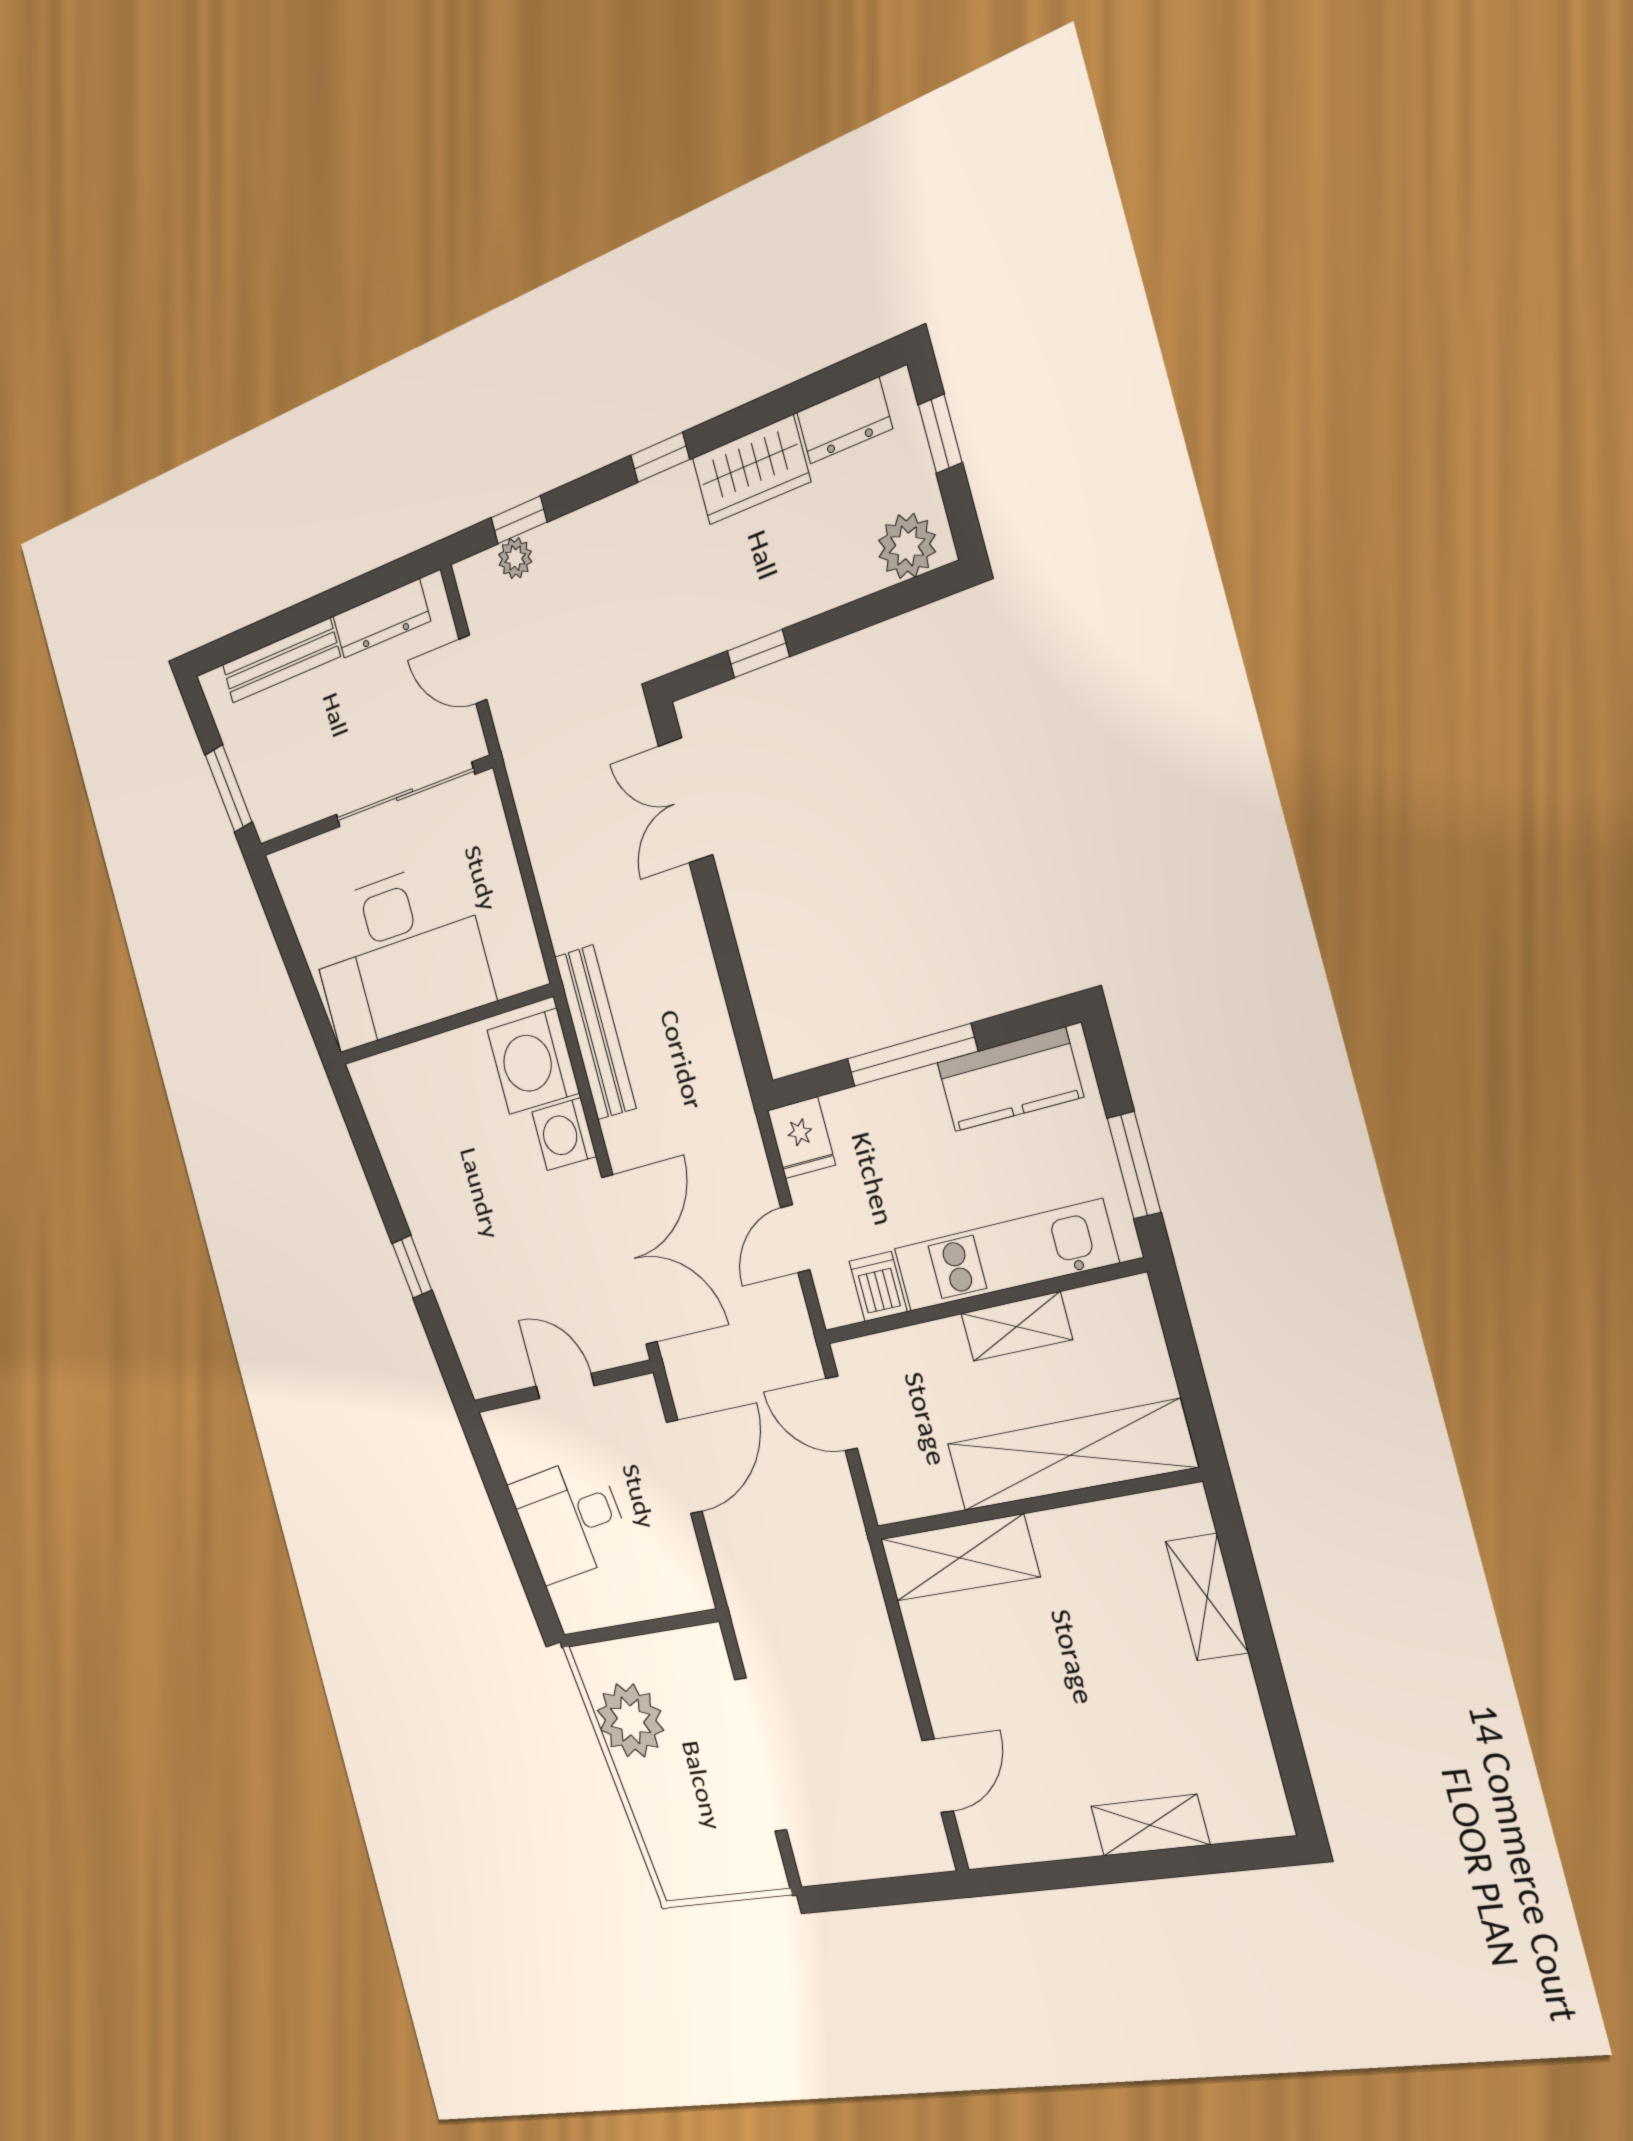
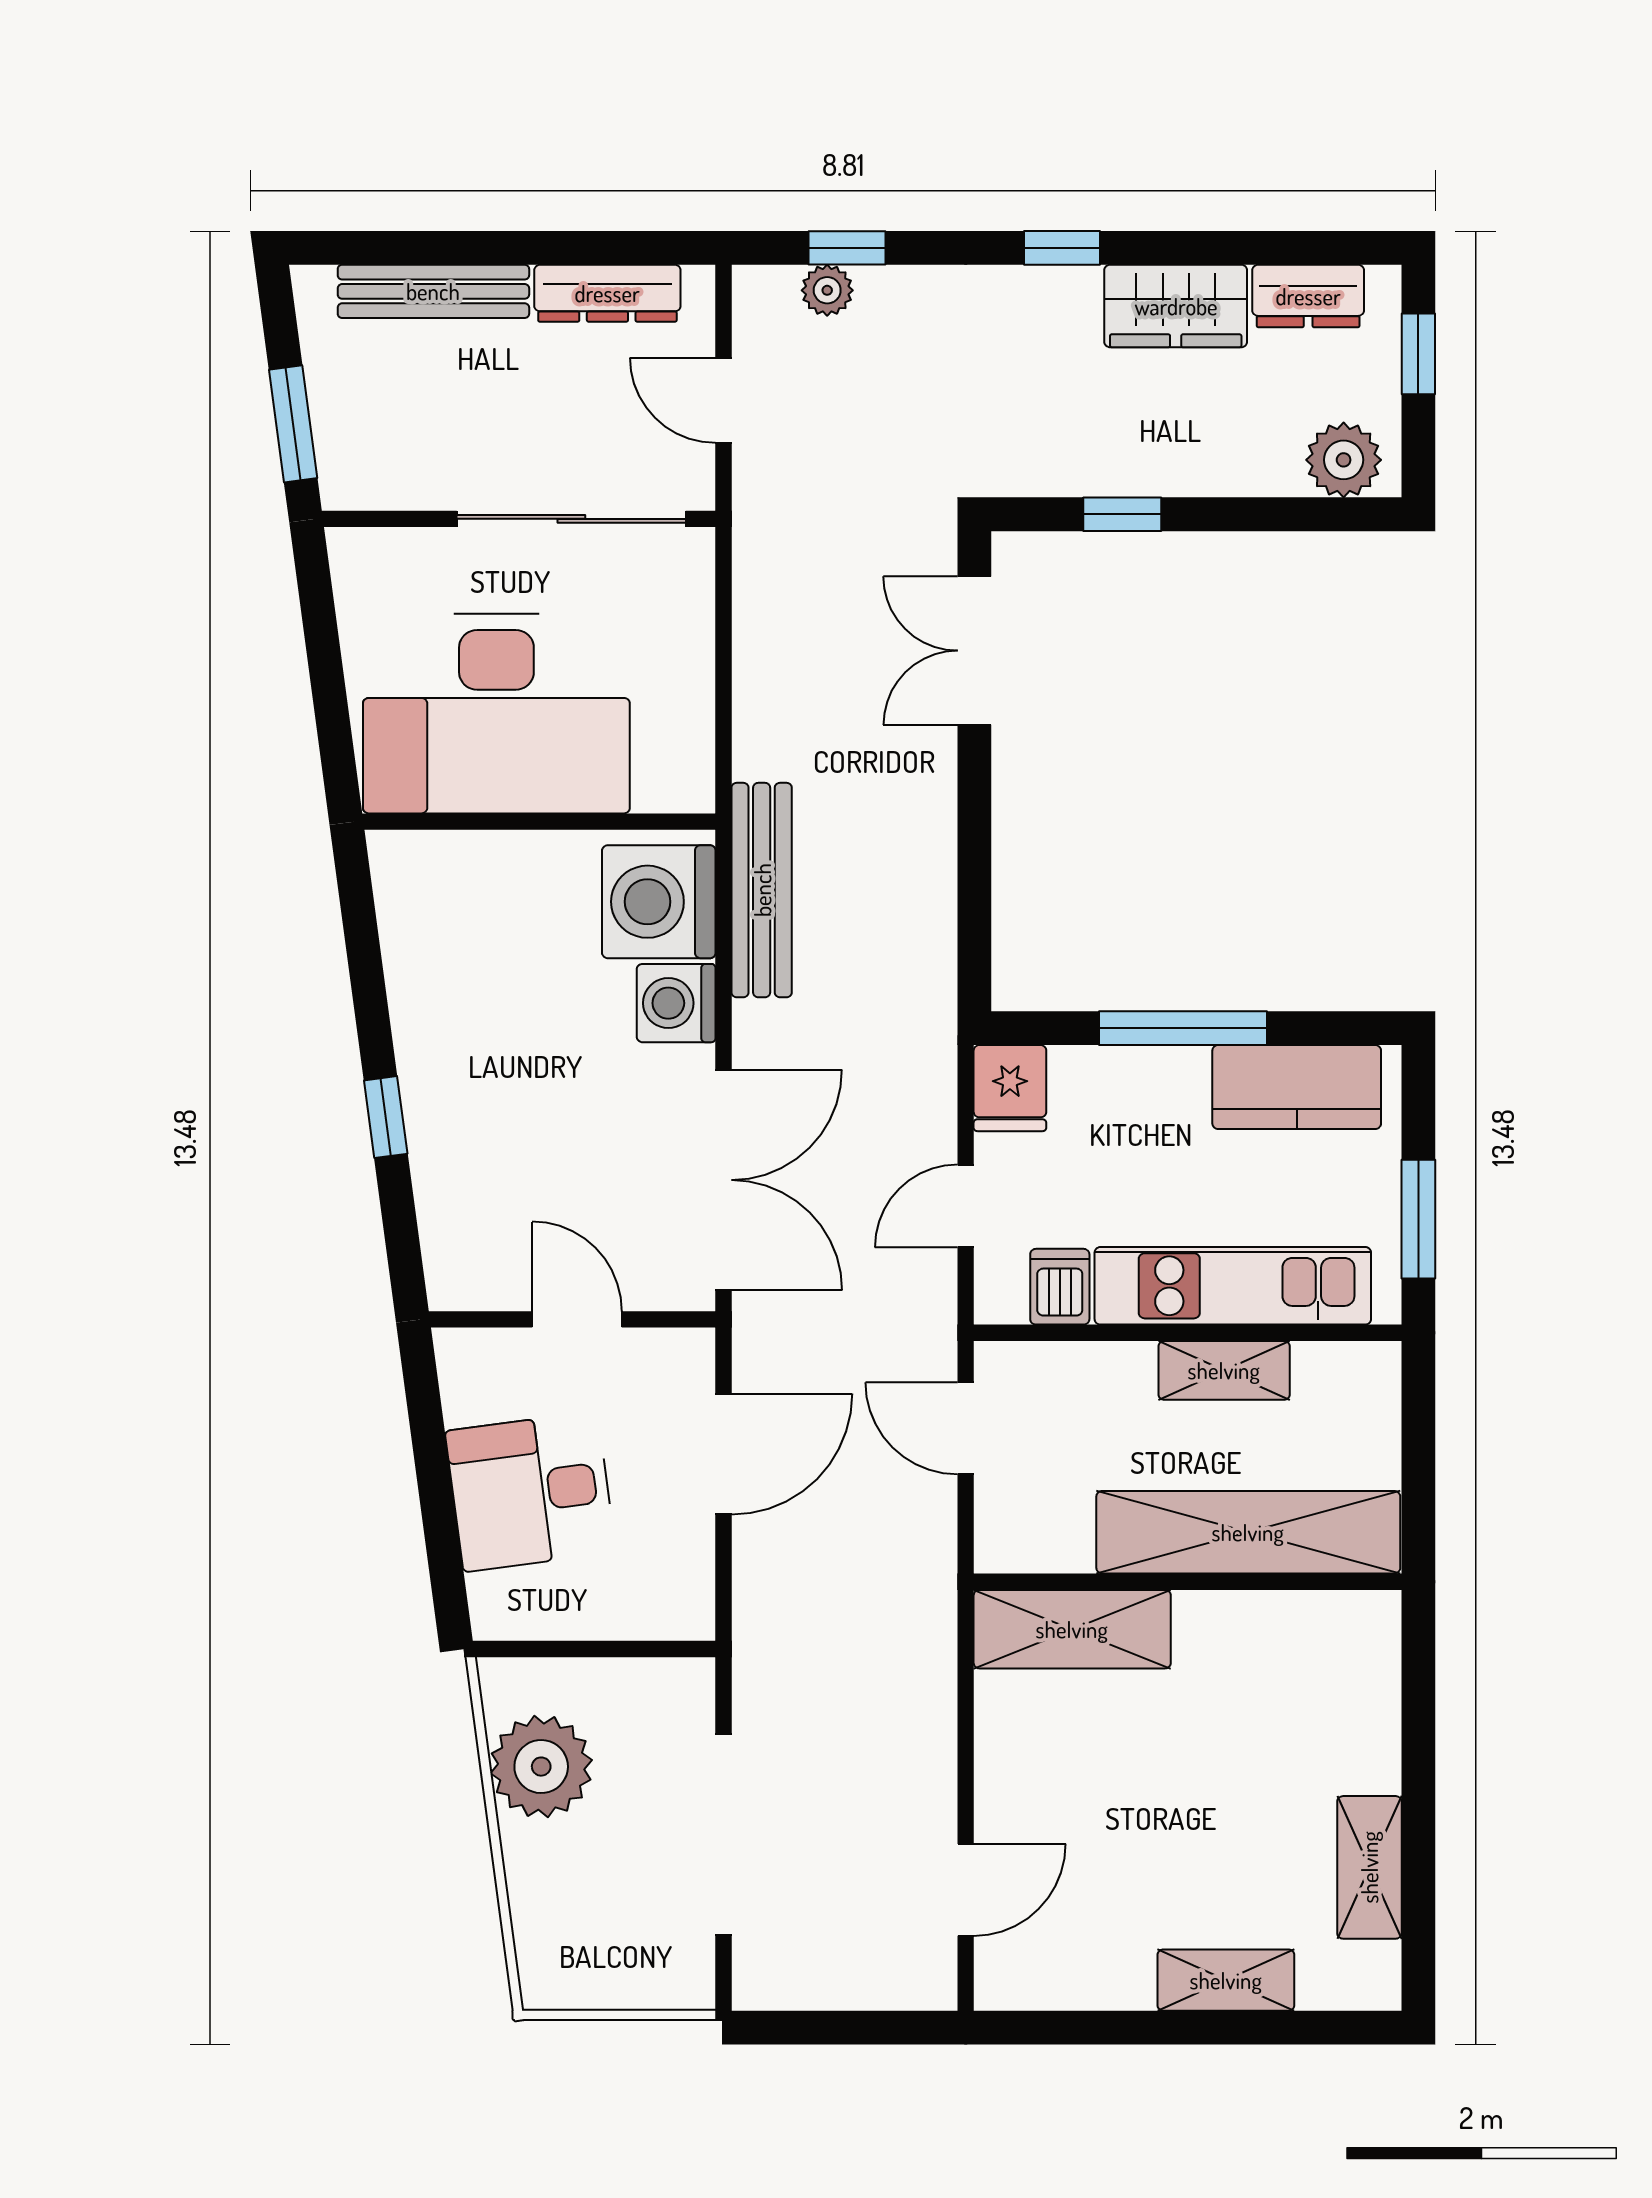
shelving: (1207, 1597) -> (1369, 1867), moved

